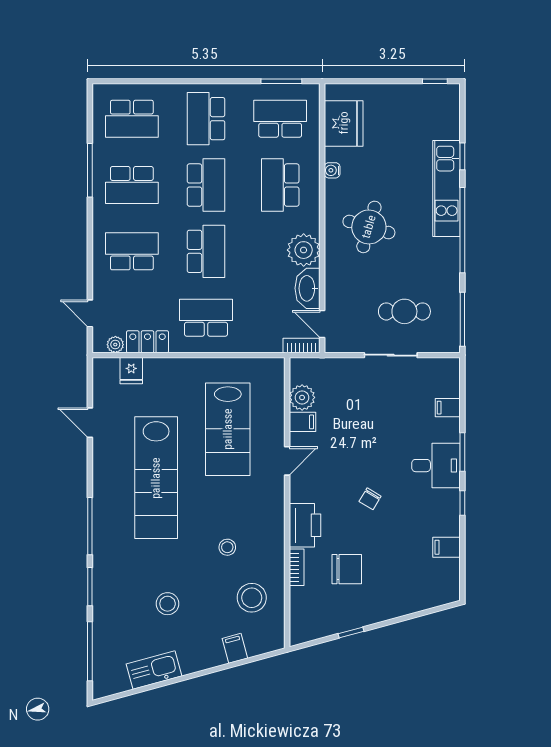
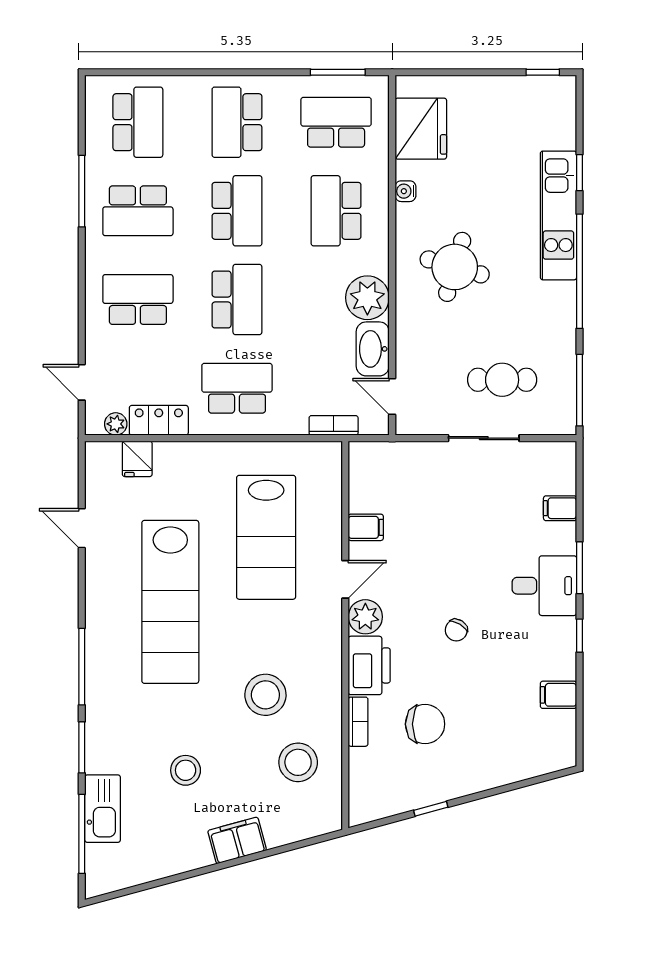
school desk: (132, 119) -> (138, 122), turned -90
bookcase: (302, 346) -> (334, 425), moved
plant: (302, 397) -> (365, 617), moved
stool: (227, 547) -> (265, 695), width x1.89, depth x1.89
filing cabinet: (235, 648) -> (237, 840), moved, width x2.00
kitchen sink: (154, 670) -> (103, 809), moved, turned 105

